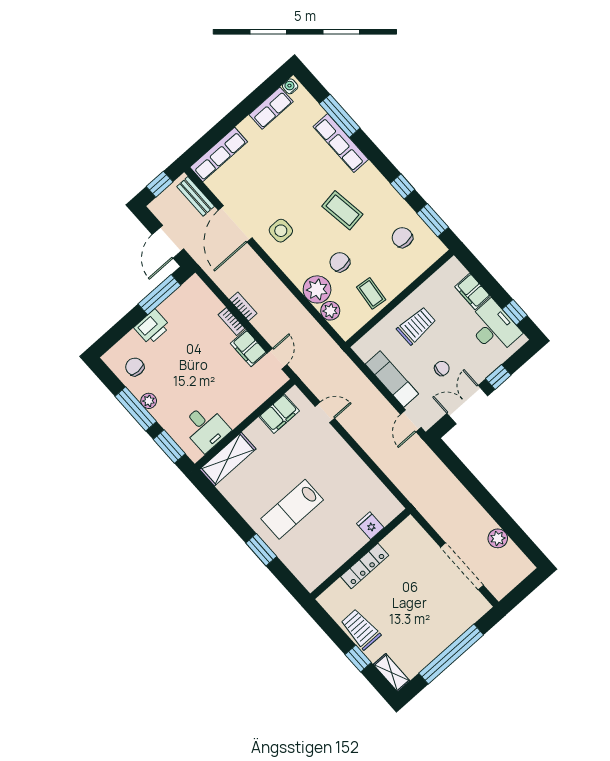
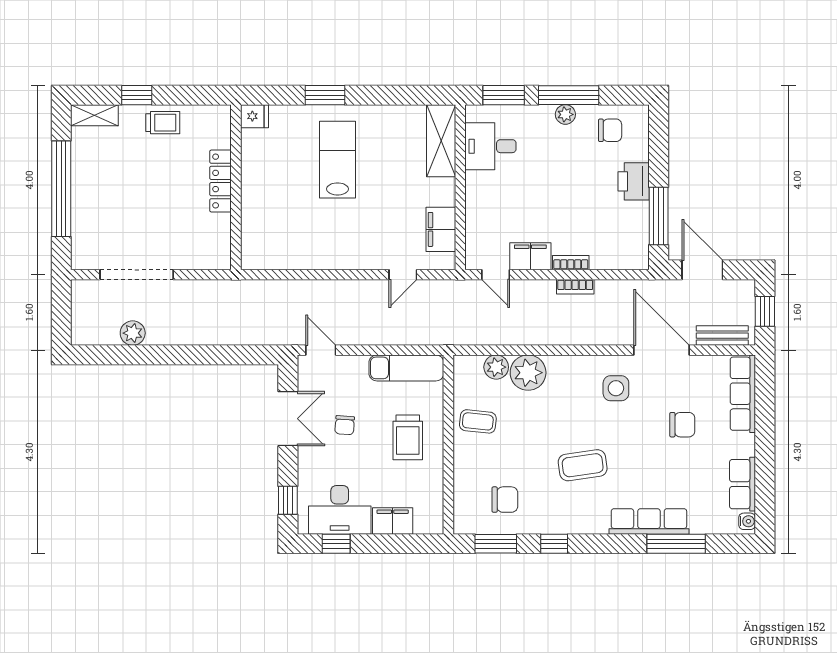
chair: (340, 262) -> (682, 425), moved
window: (498, 377) -> (288, 500), moved
exam couch: (392, 379) -> (406, 368), moved
fridge: (370, 526) -> (255, 116), moved
trolley: (361, 629) -> (163, 123), width x0.73, depth x0.72

